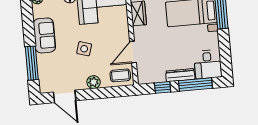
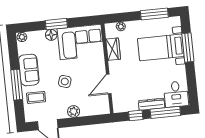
window: (32, 63) -> (17, 85), moved
coffee table: (120, 75) -> (36, 97), moved

